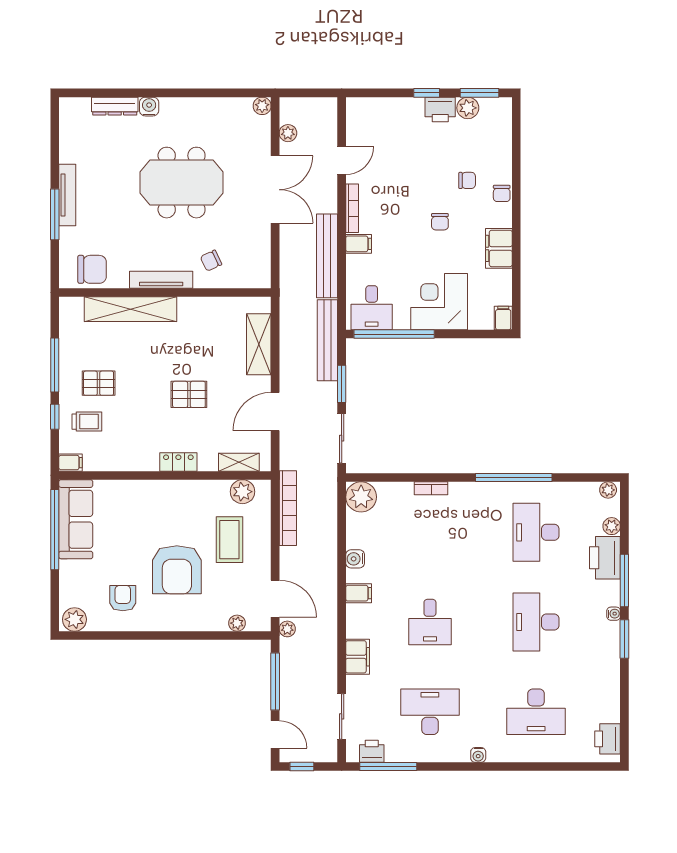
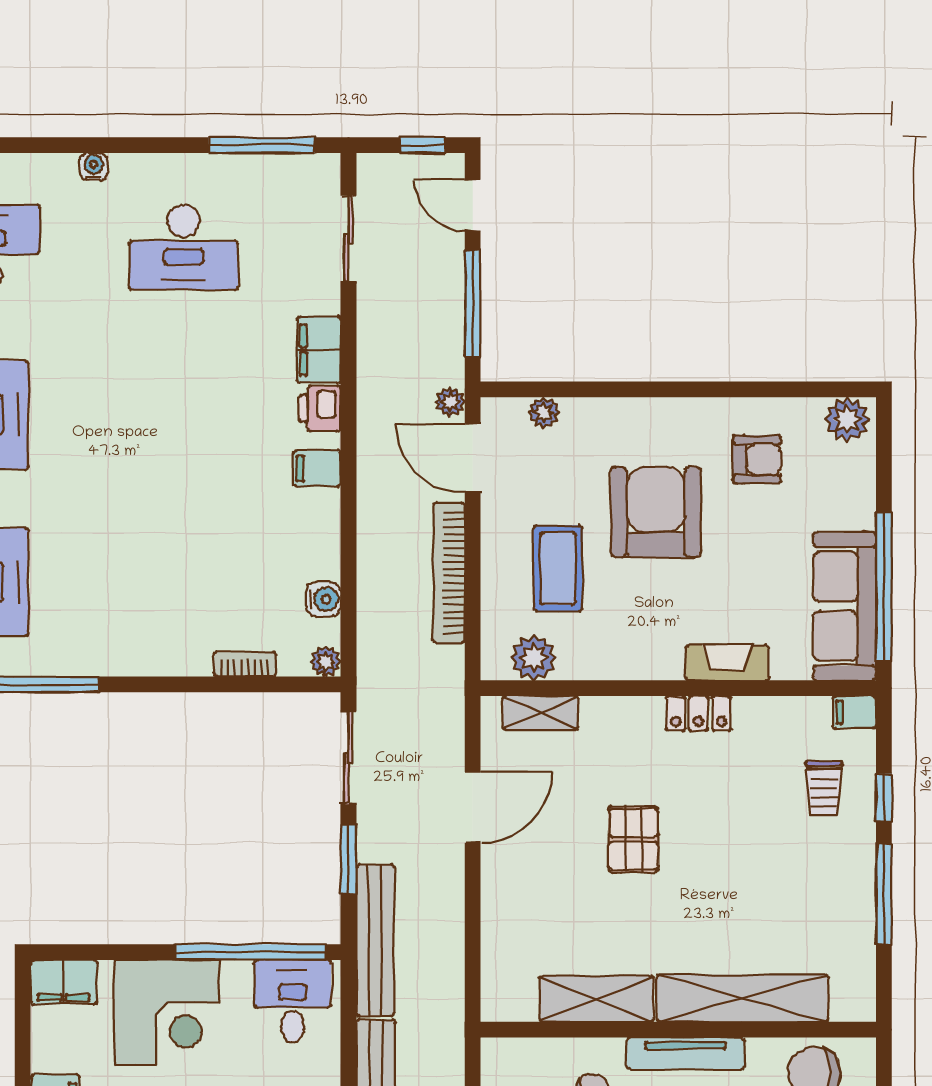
filing cabinet: (503, 318) -> (64, 982), width x2.00
shelving: (259, 344) -> (596, 999), moved, turned 90
pallet: (99, 383) -> (802, 860), removed
pallet: (189, 394) -> (633, 839), turned 90
trolley: (87, 422) -> (824, 789), turned -90
locker: (178, 462) -> (699, 713), moved
bookcase: (431, 488) -> (245, 664), moved
fireplace: (139, 489) -> (727, 663), added
plant: (361, 497) -> (326, 661), width x0.53, depth x0.53
bookcase: (288, 508) -> (449, 573), moved
water cooler: (355, 559) -> (323, 599), moved
armchair: (123, 598) -> (757, 459), turned -90
desk: (430, 622) -> (184, 415), removed
printer: (372, 751) -> (320, 409), moved, turned 90

